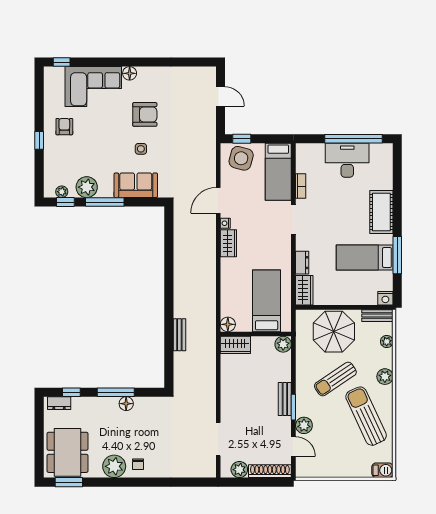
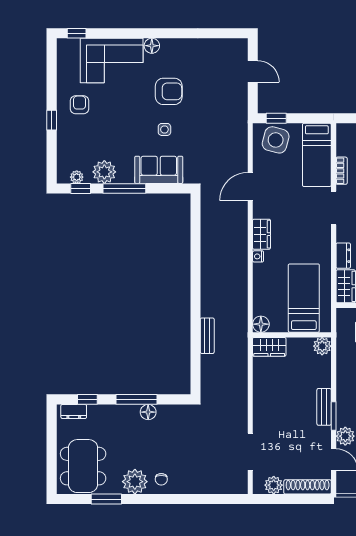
nightstand: (225, 223) -> (258, 256), moved
window: (69, 482) -> (106, 499), moved

